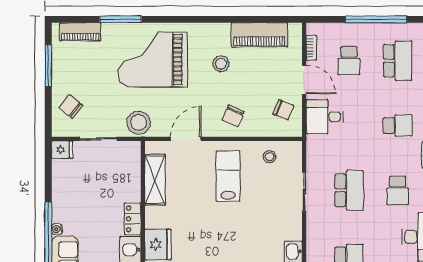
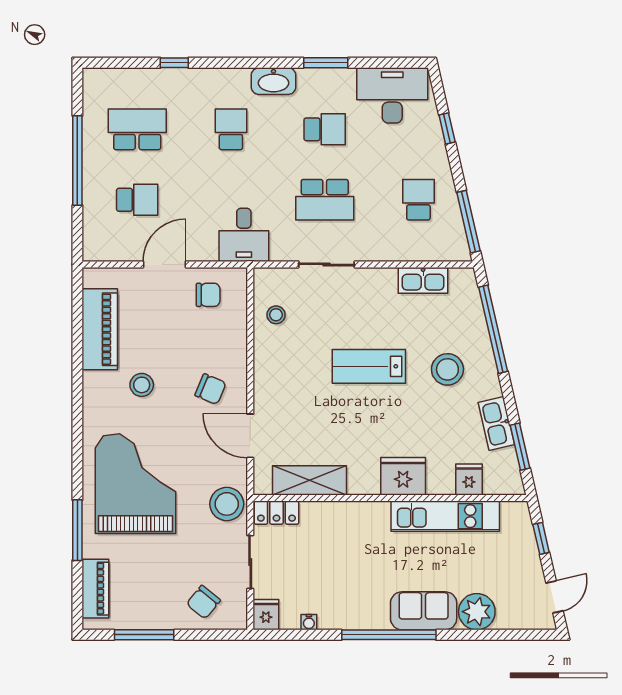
bookcase: (311, 48) -> (118, 254), removed
grand piano: (153, 60) -> (136, 484), turned 180
chair: (283, 110) -> (208, 295), turned 68
chair: (233, 116) -> (211, 389), moved
desk: (325, 117) -> (244, 235), moved
lab bench: (228, 176) -> (369, 366), moved
school desk: (349, 190) -> (325, 200), turned 180
locker: (133, 219) -> (276, 513), moved
water cooler: (57, 229) -> (309, 622), moved

